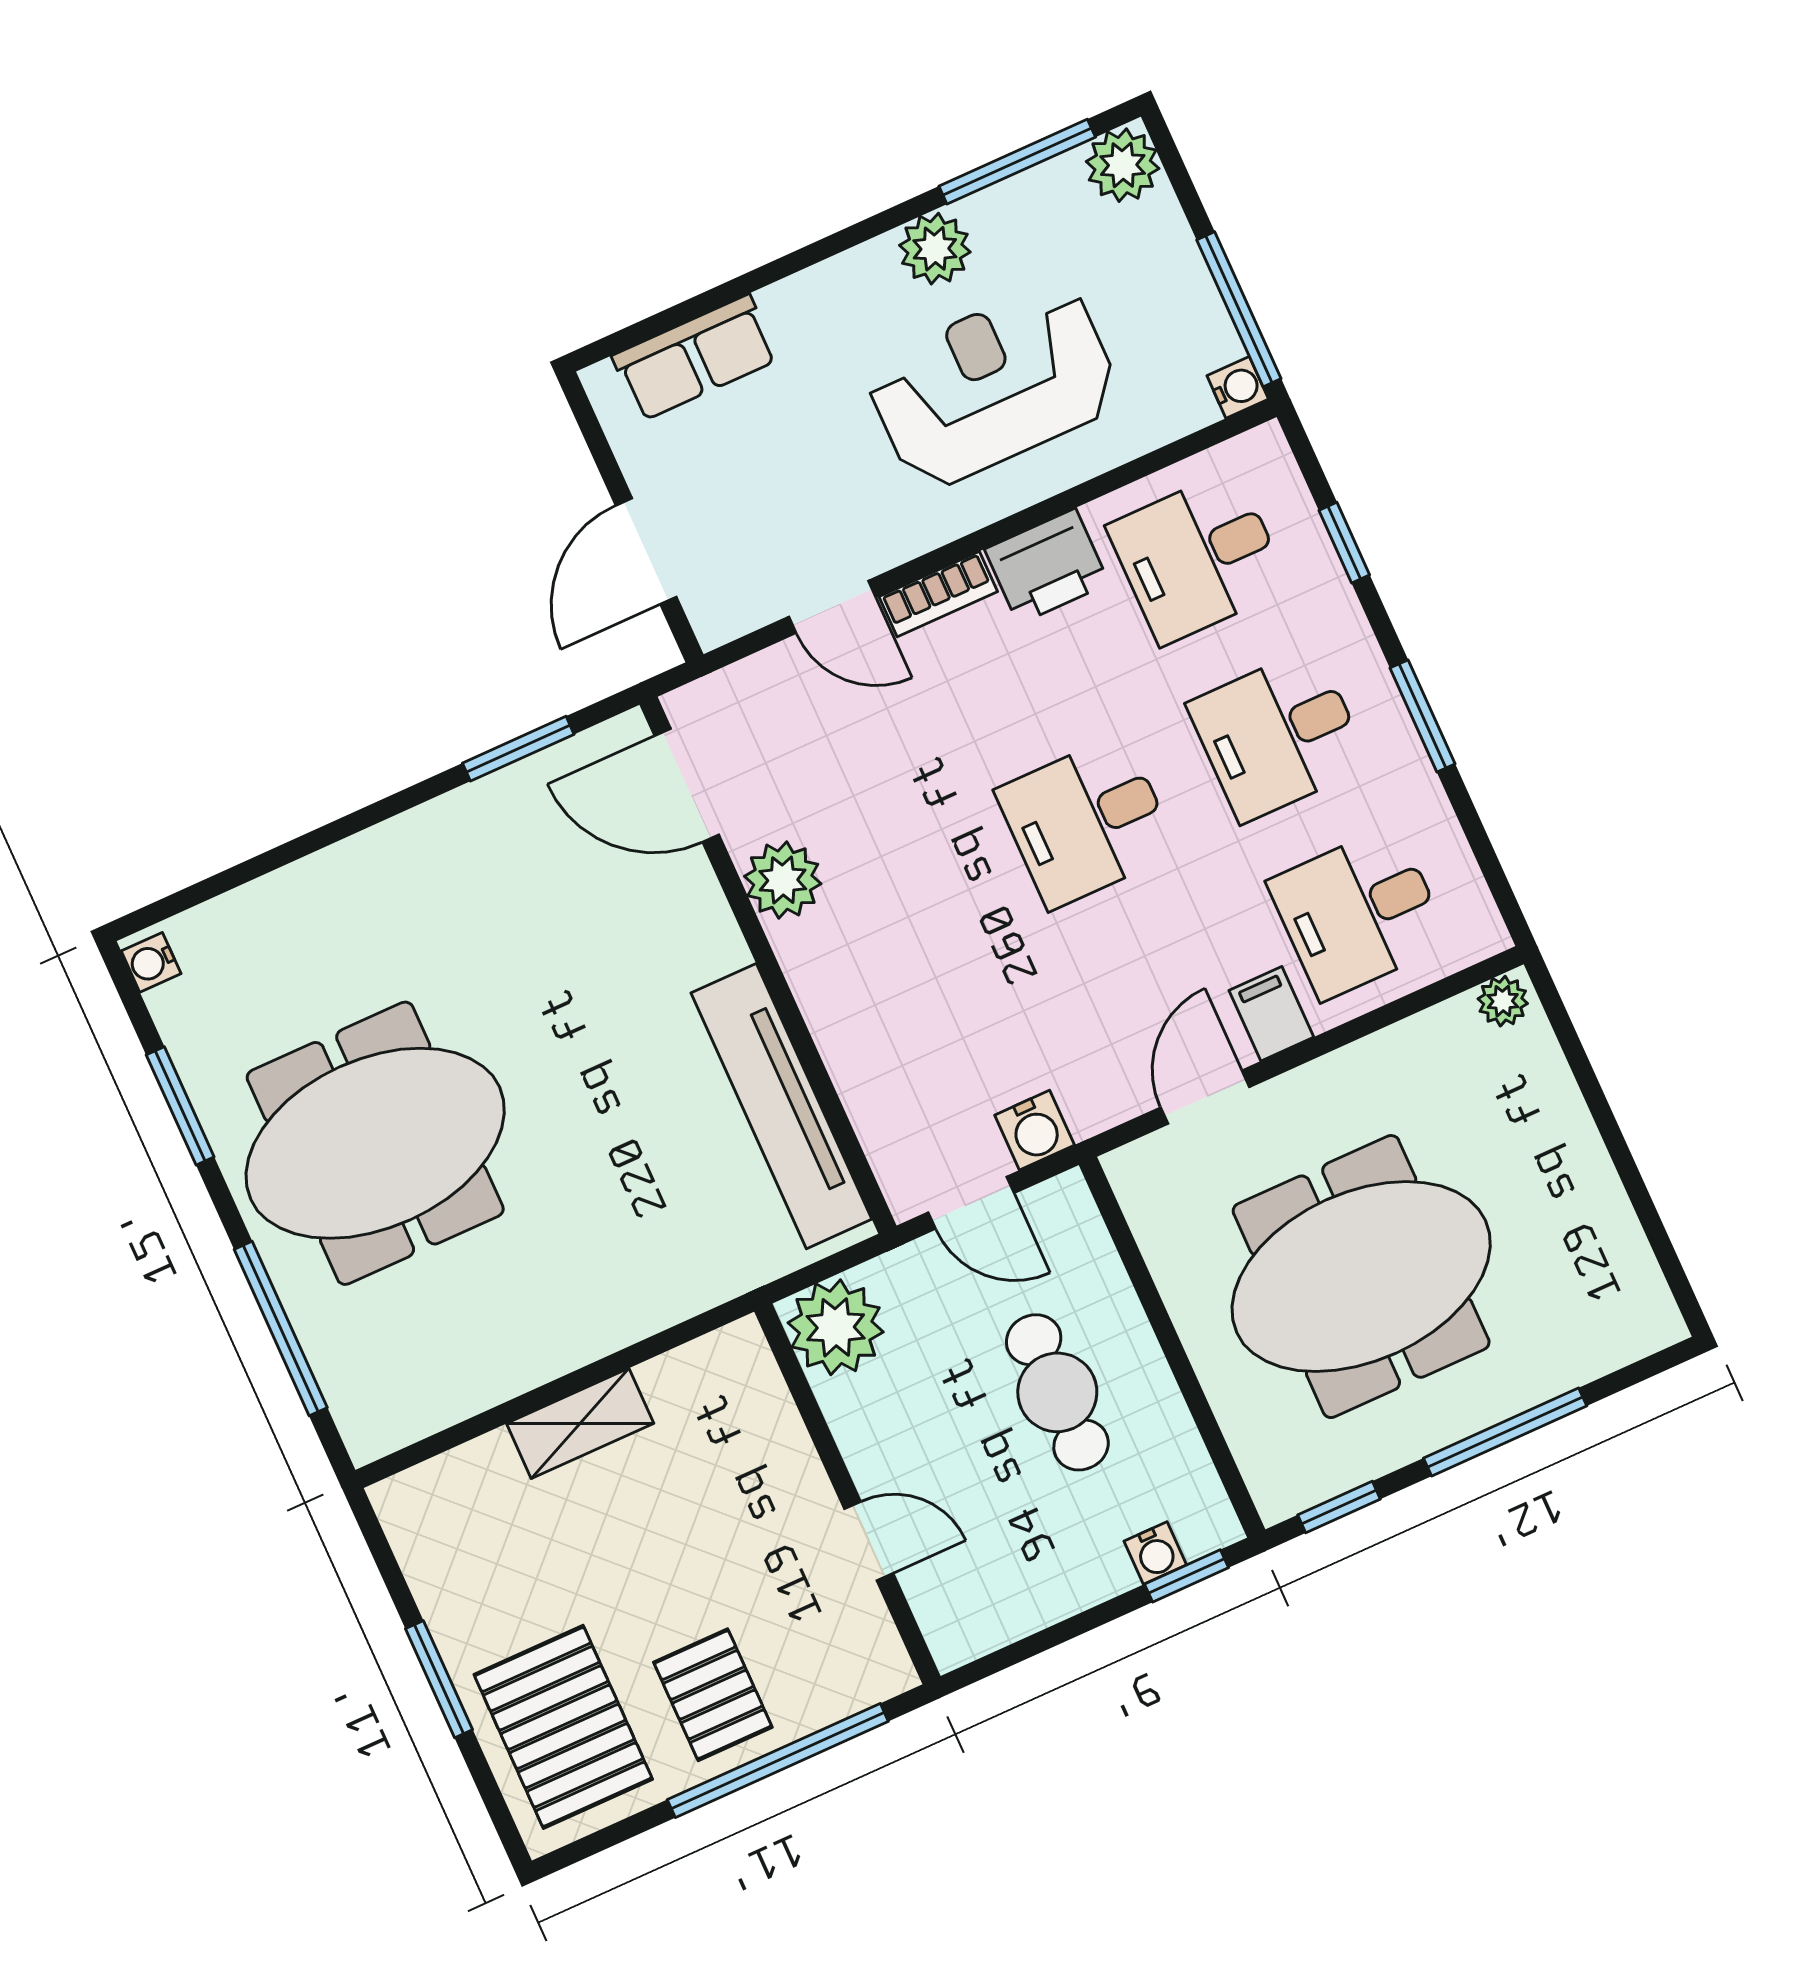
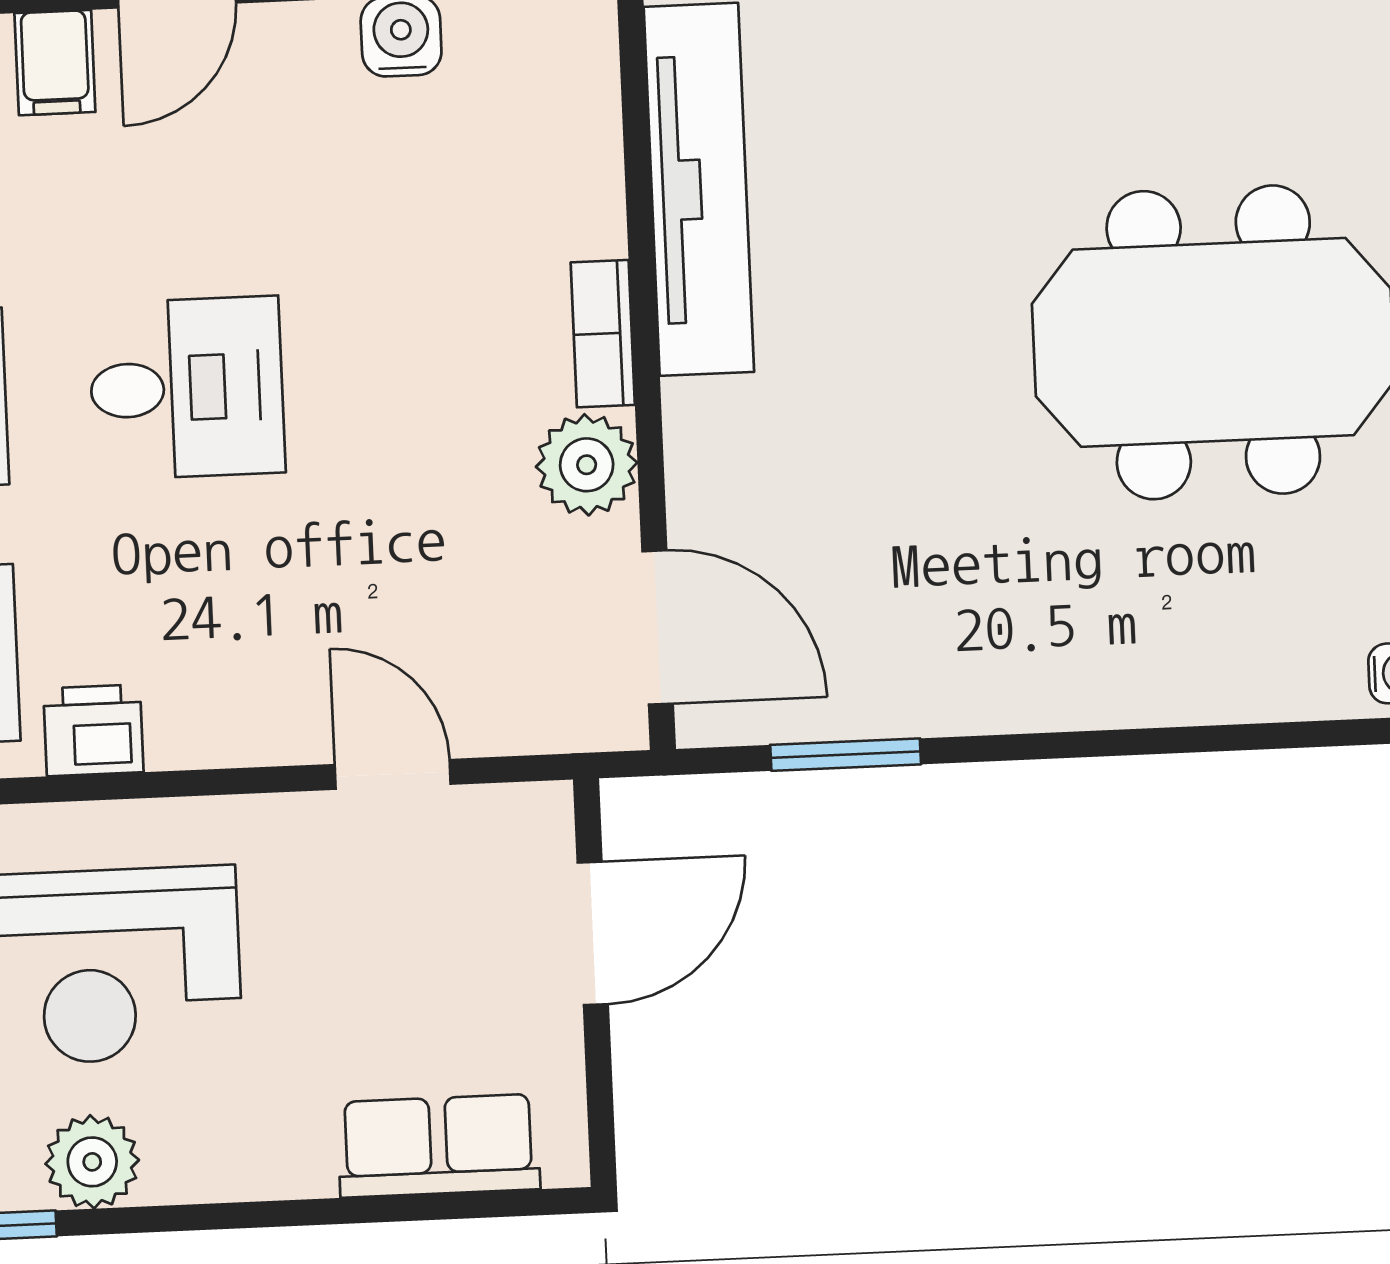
printer: (1047, 566) -> (93, 730), width x0.73, depth x0.81
bookcase: (938, 594) -> (603, 334), moved, turned -90

